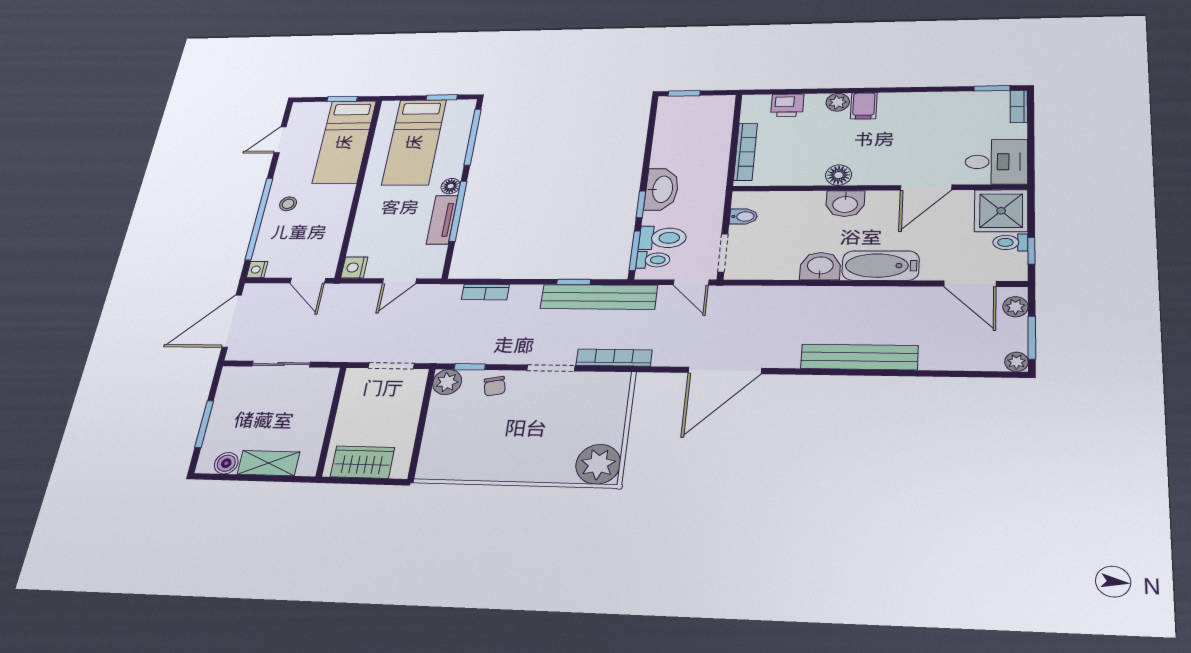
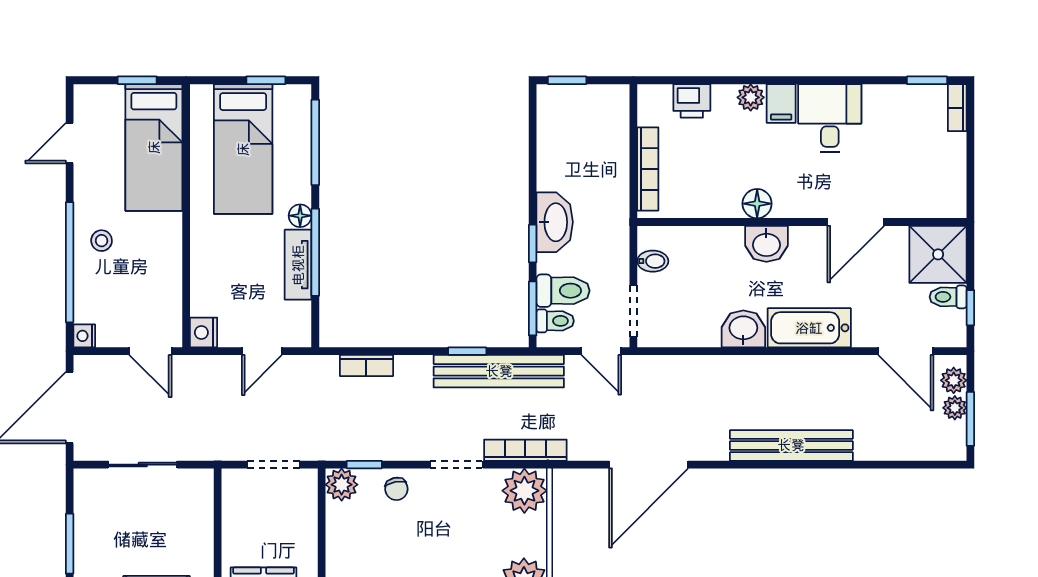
desk: (996, 162) -> (830, 118), moved, turned -90
plant: (1016, 362) -> (955, 408), moved
plant: (609, 390) -> (524, 491), added

